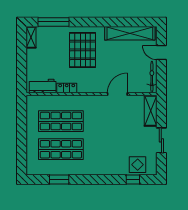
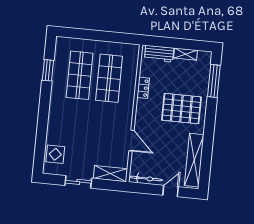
shelving: (31, 37) -> (186, 54), moved
workbench: (43, 86) -> (159, 54), moved, turned 90
window: (133, 179) -> (40, 148), removed

